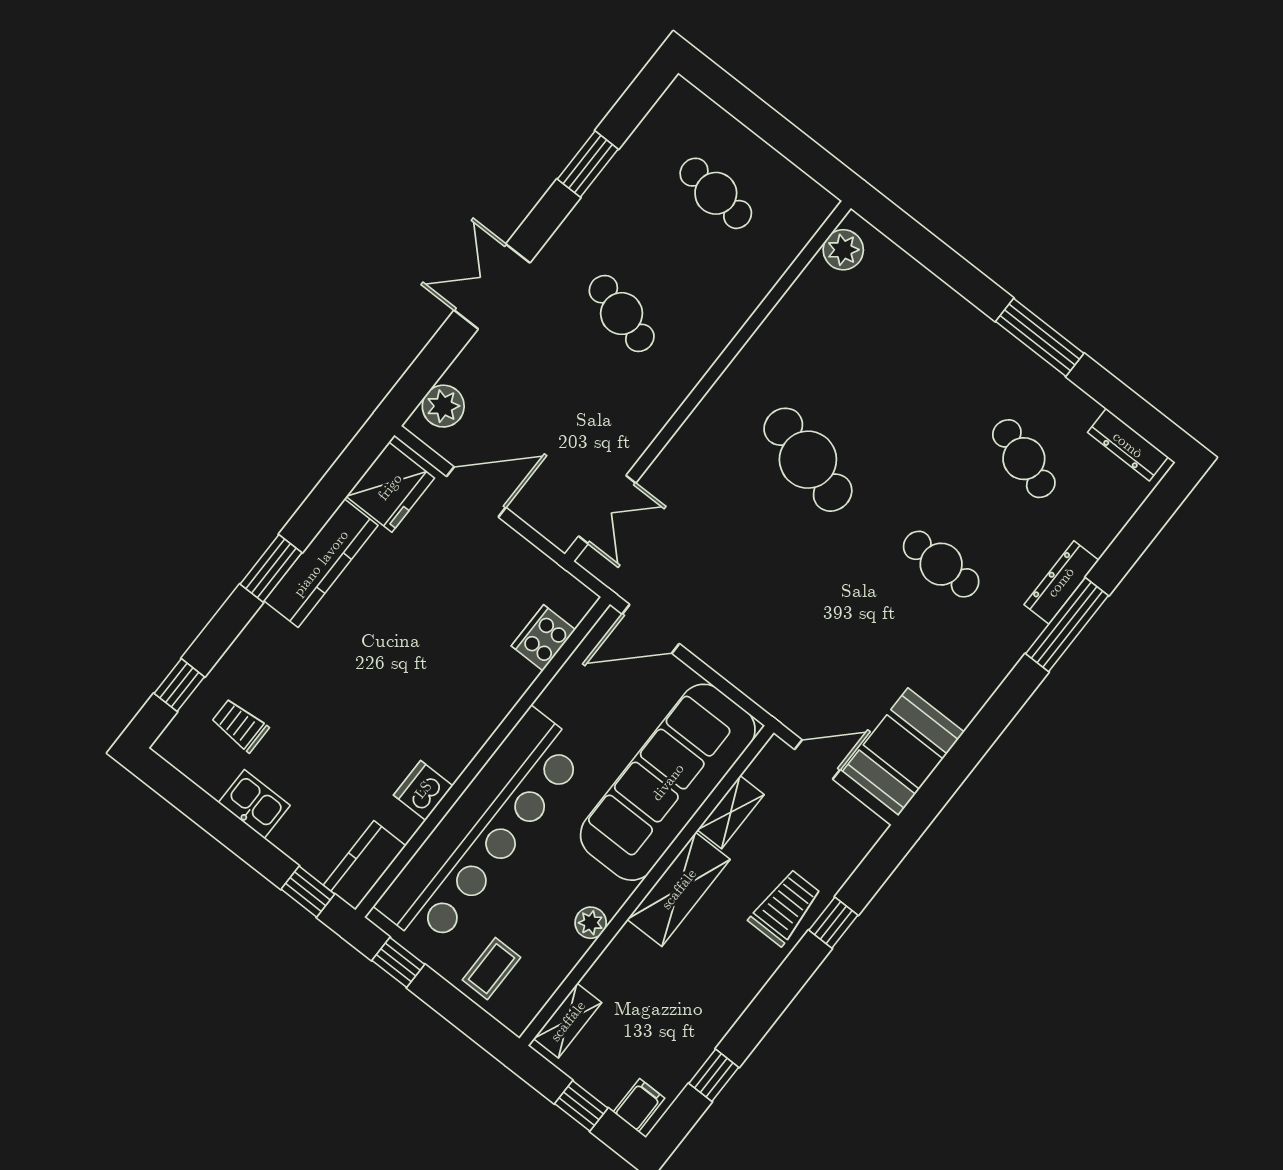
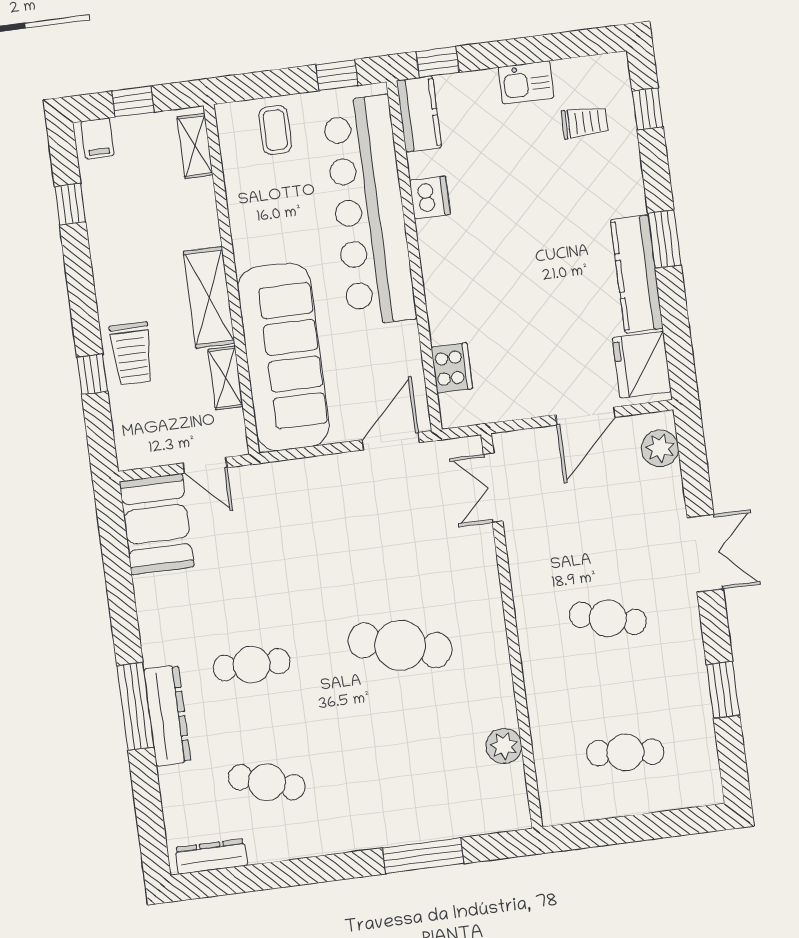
plant: (843, 250) -> (504, 746), moved
window: (1040, 337) -> (423, 856), moved
dresser: (1061, 582) -> (167, 716), width x1.37, depth x1.24
door: (817, 759) -> (205, 465), hinge flipped
plant: (591, 923) -> (243, 221), removed

